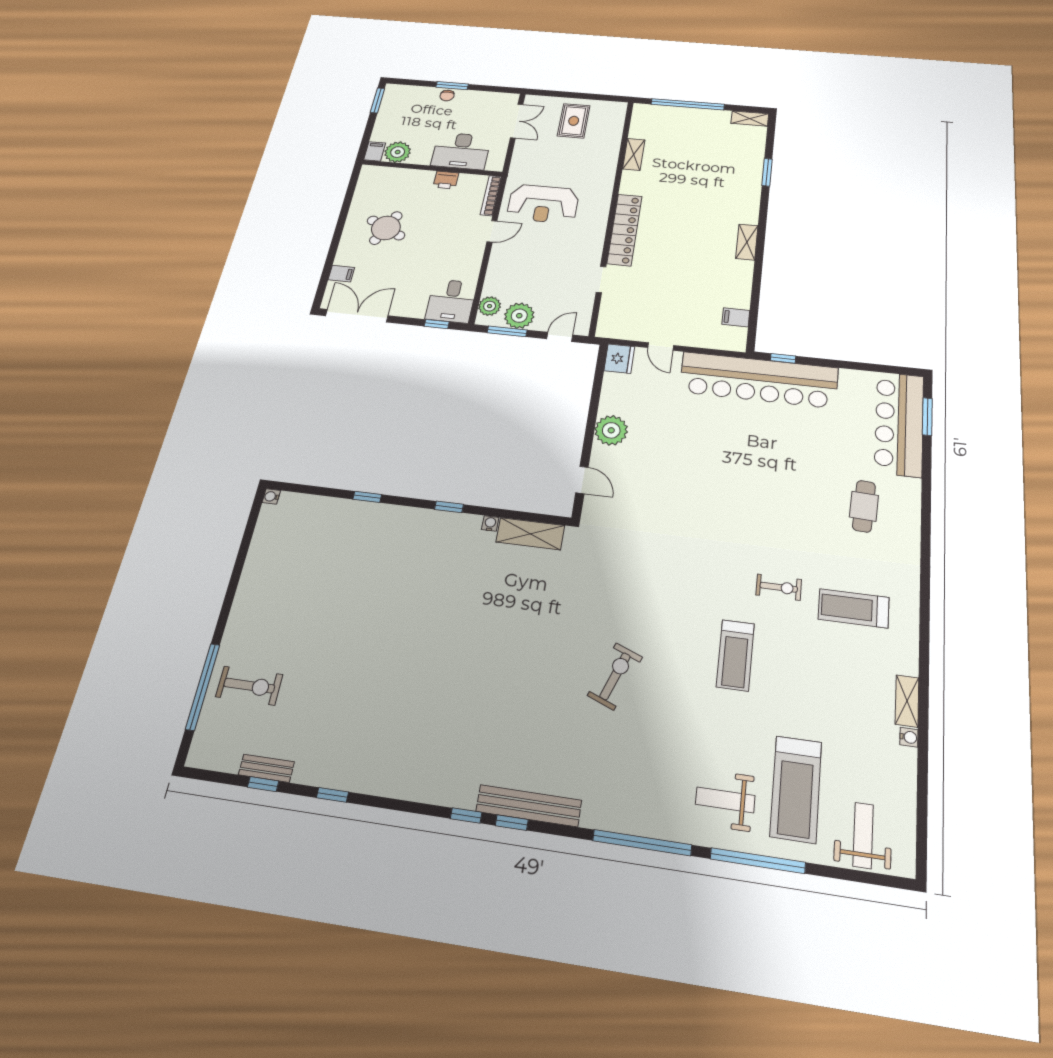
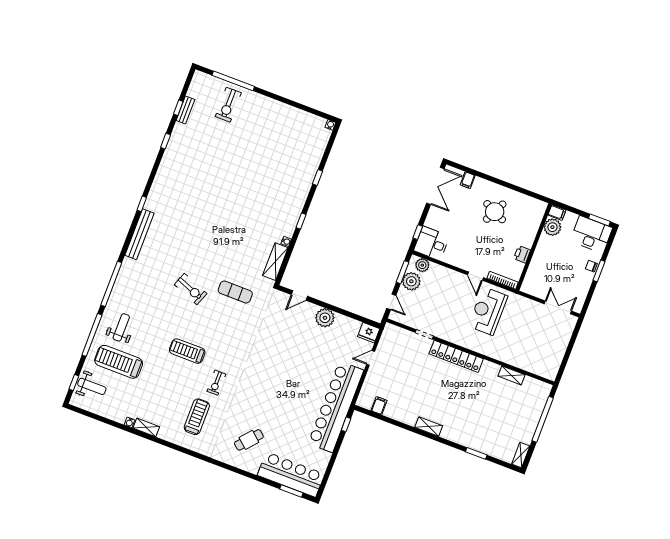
double door: (517, 121) -> (558, 307), swing flipped
rug: (574, 121) -> (548, 344), removed
desk: (461, 151) -> (591, 234), moved, turned 90
cafe table: (864, 506) -> (249, 440), turned -52
exercise mat: (601, 592) -> (235, 292), added
window: (512, 823) -> (74, 383), moved

